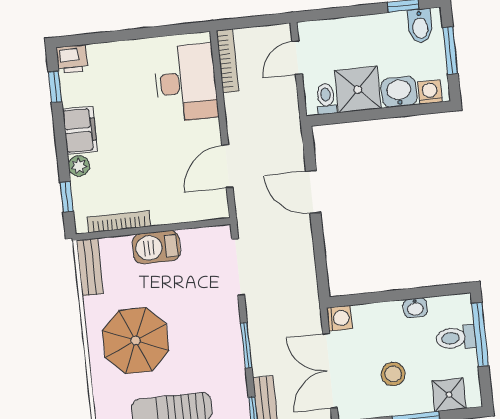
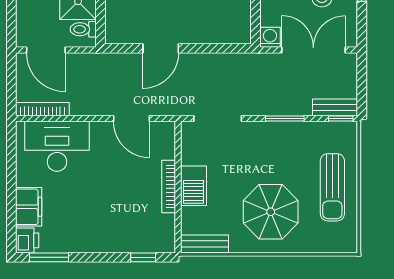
door: (297, 58) -> (46, 50), width x1.38
window: (55, 87) -> (49, 257), width x1.50
filing cabinet: (80, 130) -> (29, 207), moved, turned 90
plant: (79, 166) -> (118, 244), removed
bookcase: (119, 222) -> (169, 187), moved
double door: (330, 371) -> (313, 50), swing flipped

